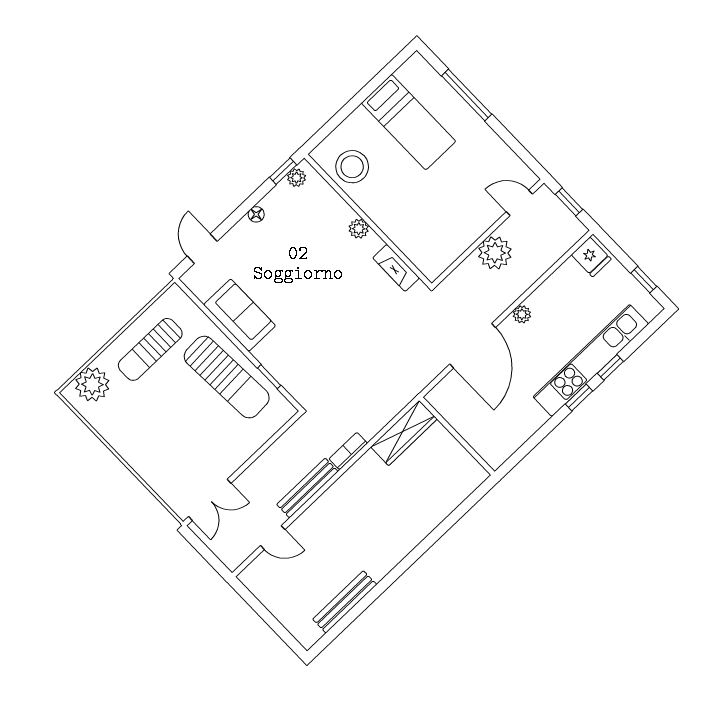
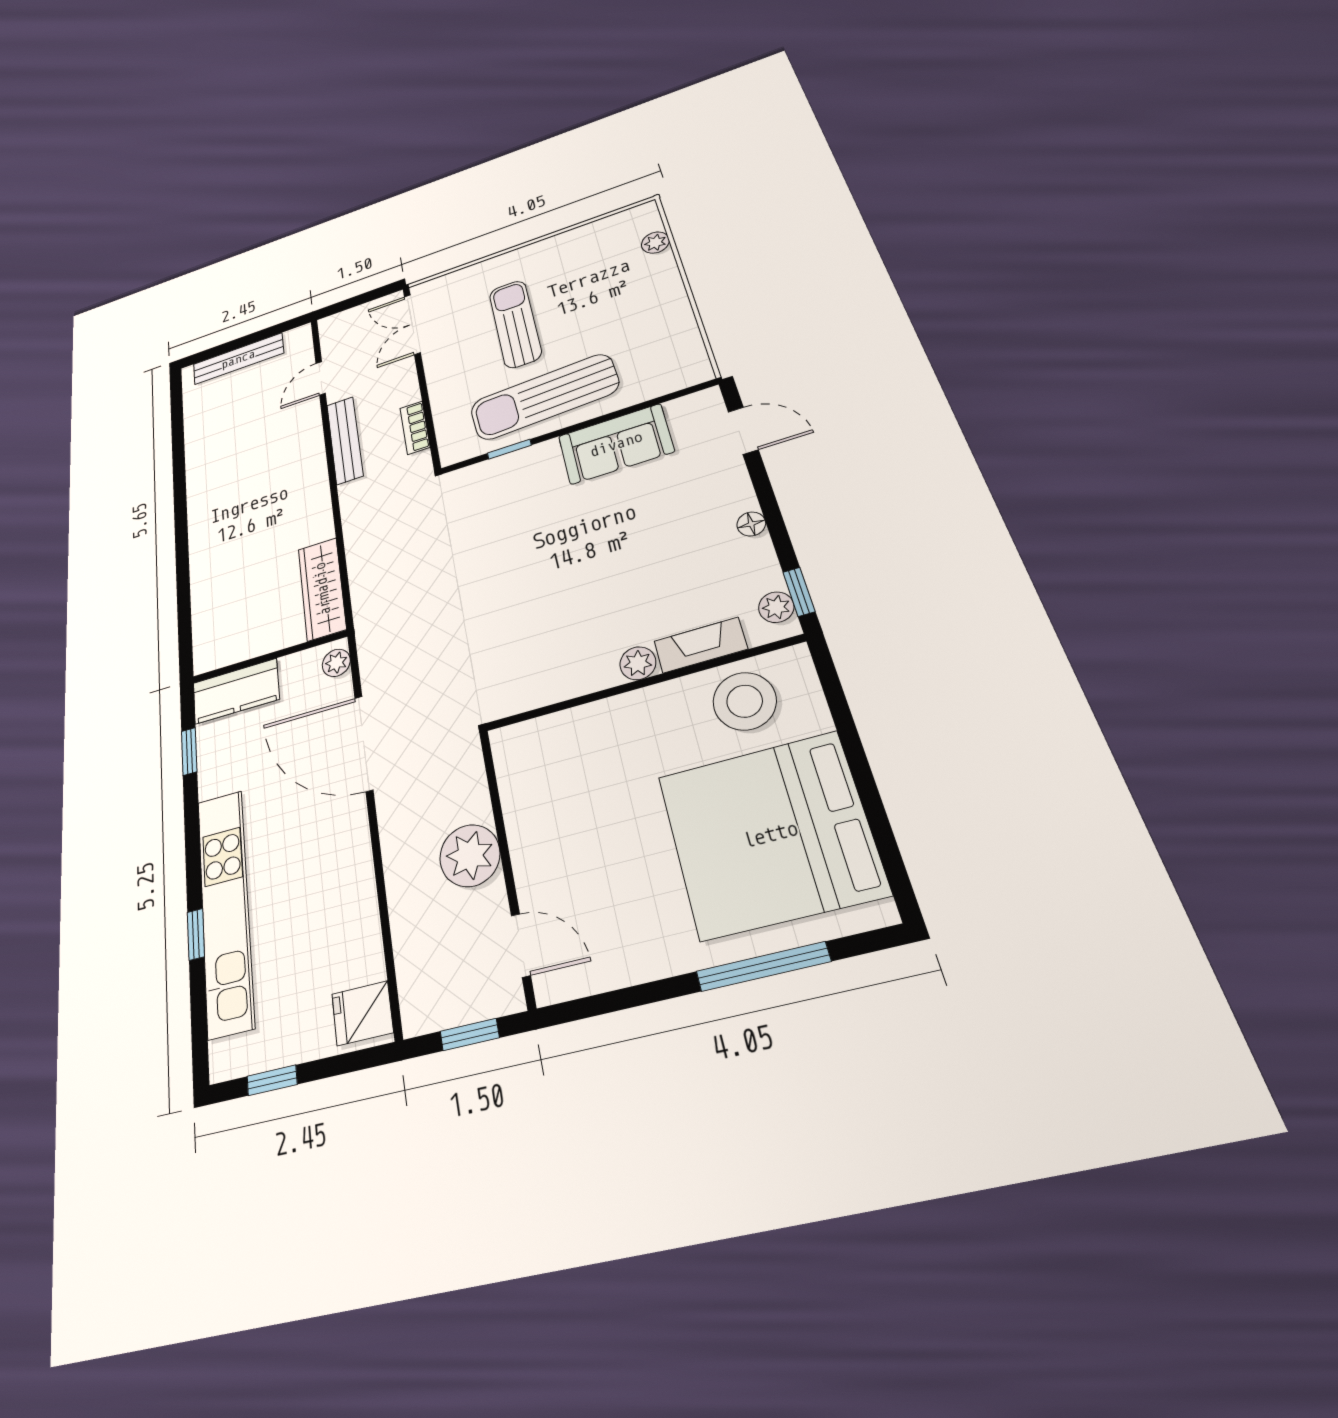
bed: (409, 122) -> (770, 834), width x2.04
door: (519, 203) -> (521, 945), hinge flipped
fireplace: (396, 268) -> (701, 645), moved
plant: (522, 314) -> (336, 663), moved
sun lounger: (150, 349) -> (515, 324), moved
plant: (92, 384) -> (655, 243), width x0.53, depth x0.53
window: (579, 397) -> (189, 751), moved
kitchen counter: (485, 442) -> (236, 691), added
bookcase: (348, 451) -> (415, 428), moved, turned 180
bench: (345, 602) -> (238, 359), moved, turned 90

